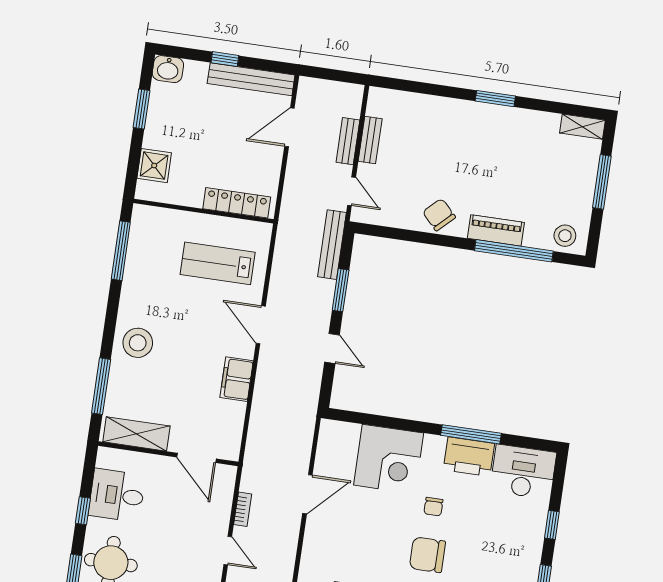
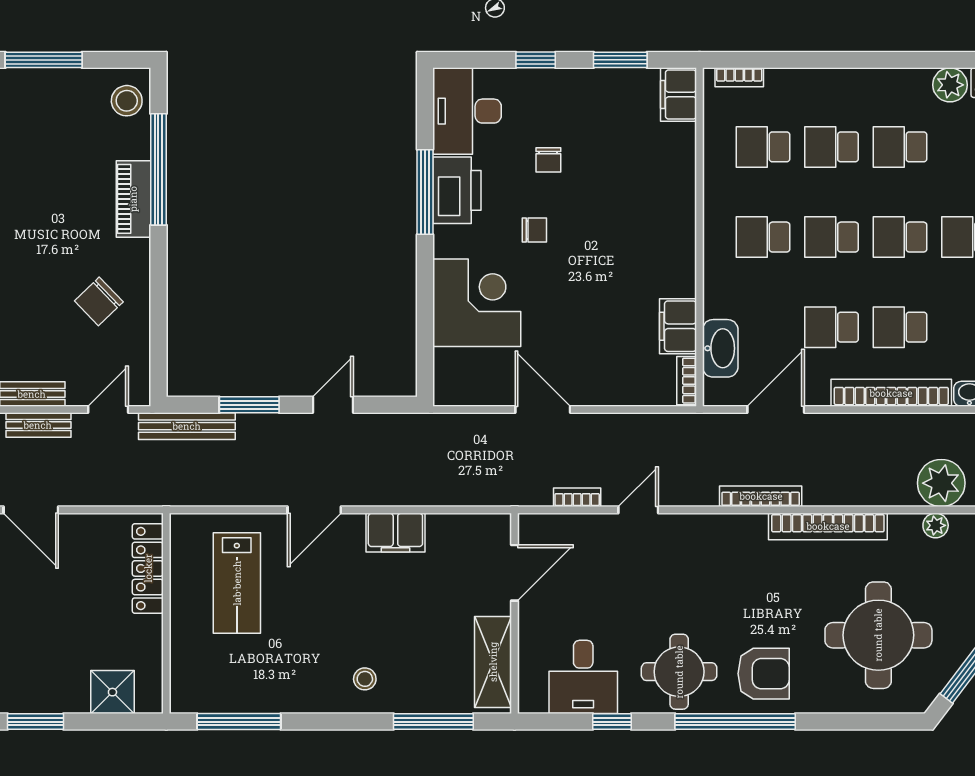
chair: (439, 215) -> (99, 301), moved
stool: (138, 343) -> (365, 679), width x0.53, depth x0.53
chair: (427, 555) -> (548, 160), moved, width x0.54, depth x0.54

